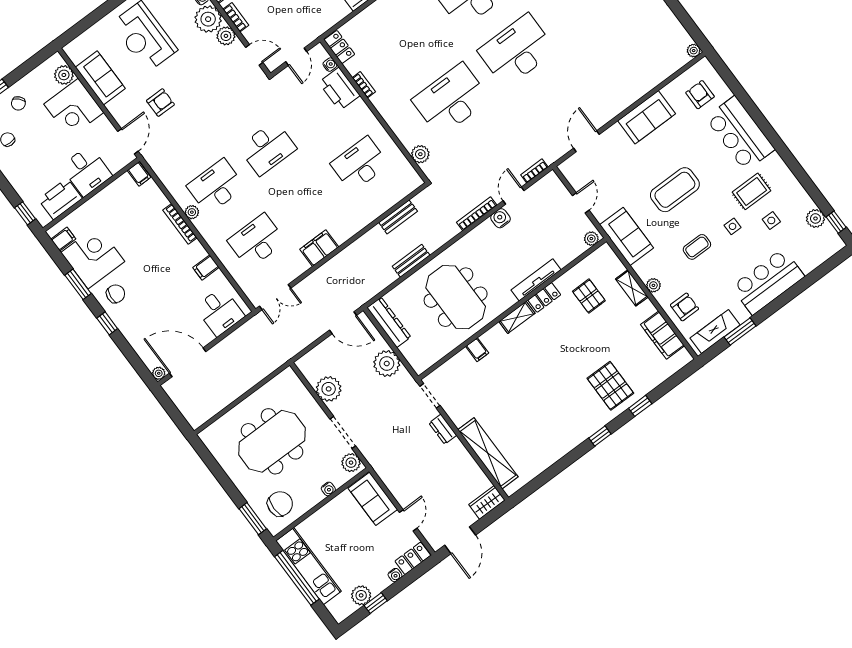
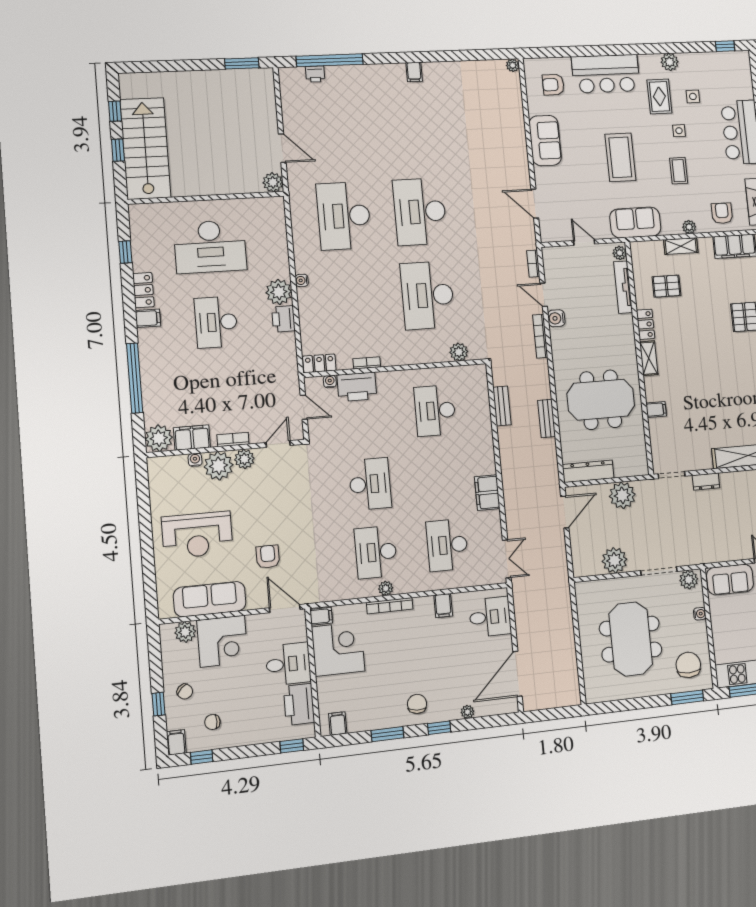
sofa: (100, 78) -> (210, 599), width x1.36
plant: (815, 218) -> (670, 62), moved
corner desk: (93, 257) -> (338, 649), moved, turned 90
tv unit: (536, 280) -> (623, 287), moved
plant: (159, 373) -> (467, 712), moved

